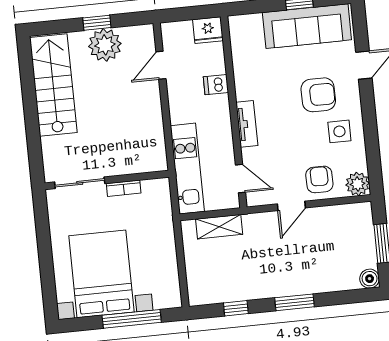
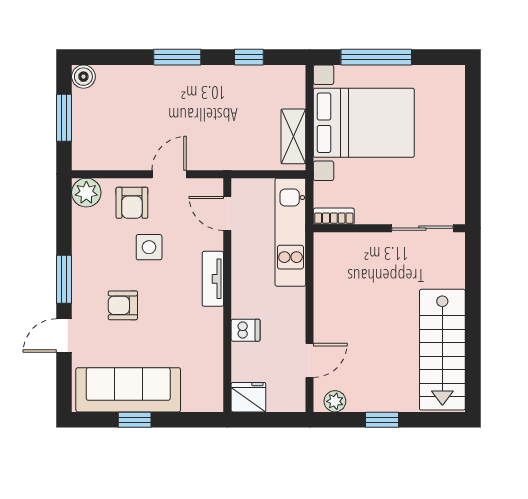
plant: (105, 45) -> (335, 401), moved, width x0.53, depth x0.53
armchair: (318, 95) -> (123, 305), width x0.72, depth x0.72
window: (369, 111) -> (64, 279), added
side table: (339, 131) -> (149, 247), moved
bookcase: (124, 188) -> (334, 216), moved
shelving: (219, 227) -> (293, 136), moved, turned 90
bed with nightstands: (101, 274) -> (364, 123), moved, turned -90

